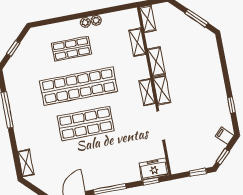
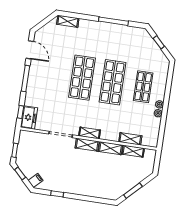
shelving: (148, 19) -> (133, 151), moved
shop shelf: (79, 86) -> (113, 82), width x0.71

